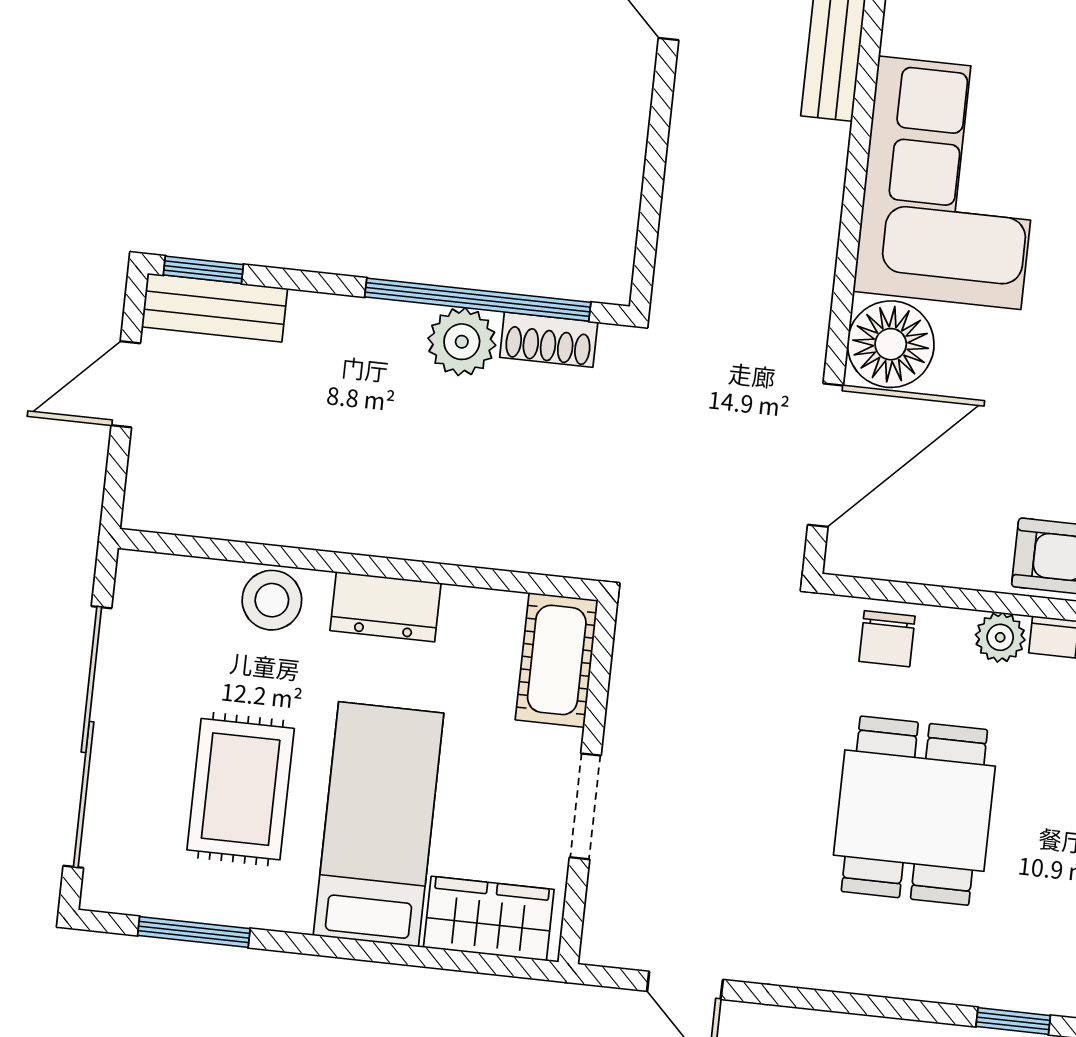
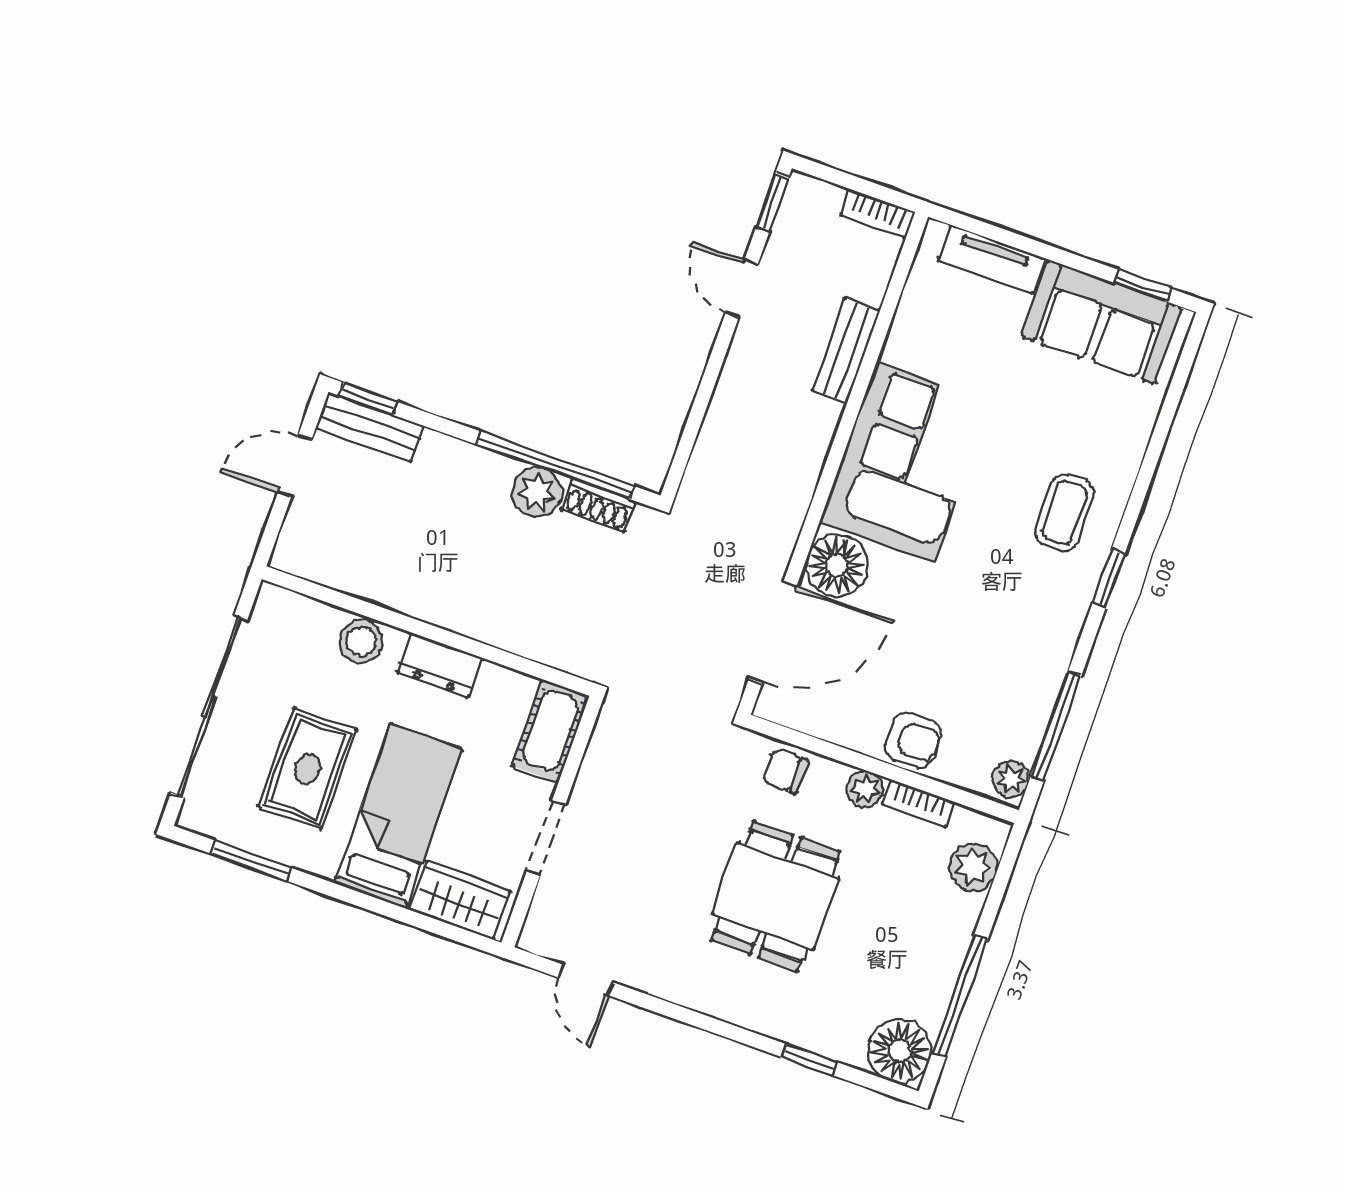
chair: (887, 639) -> (785, 771), turned 90

